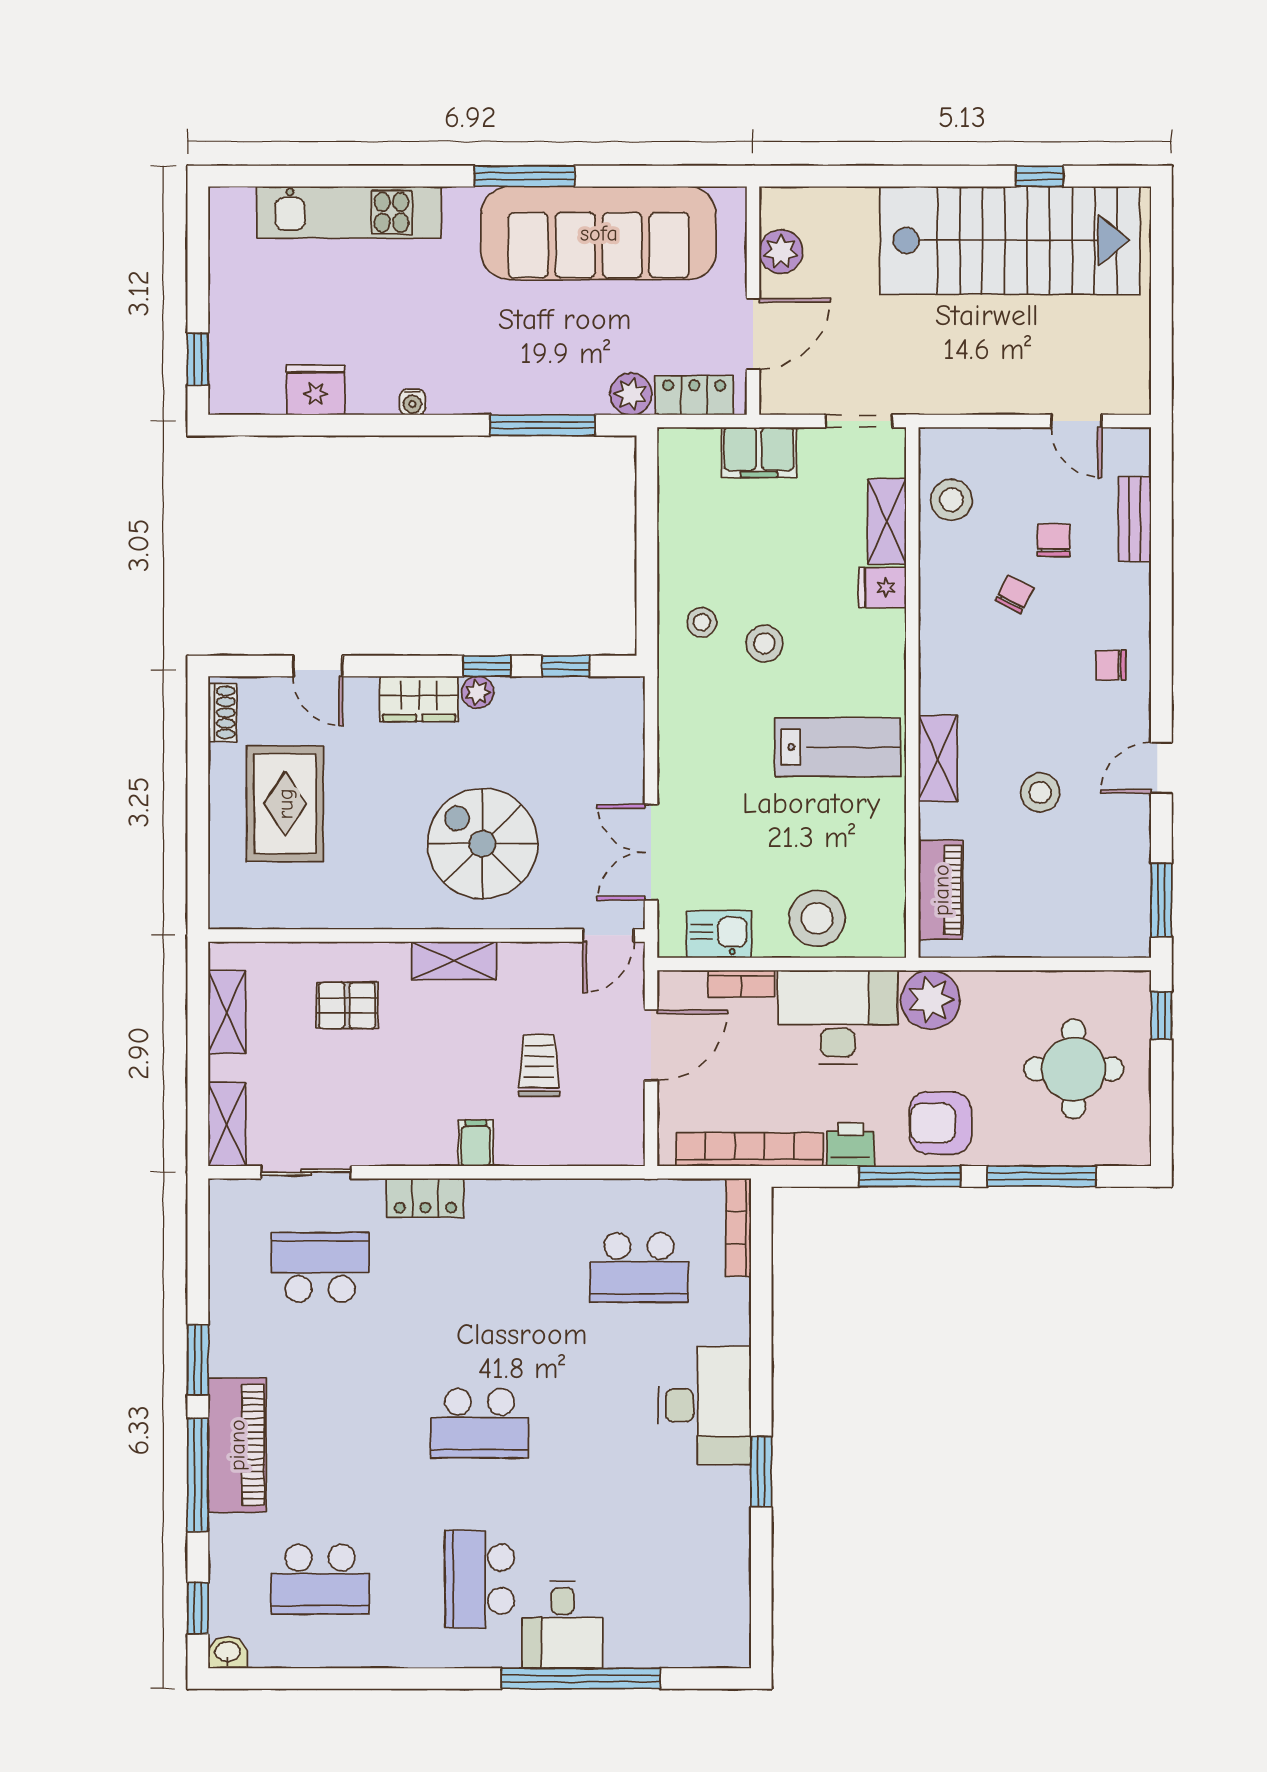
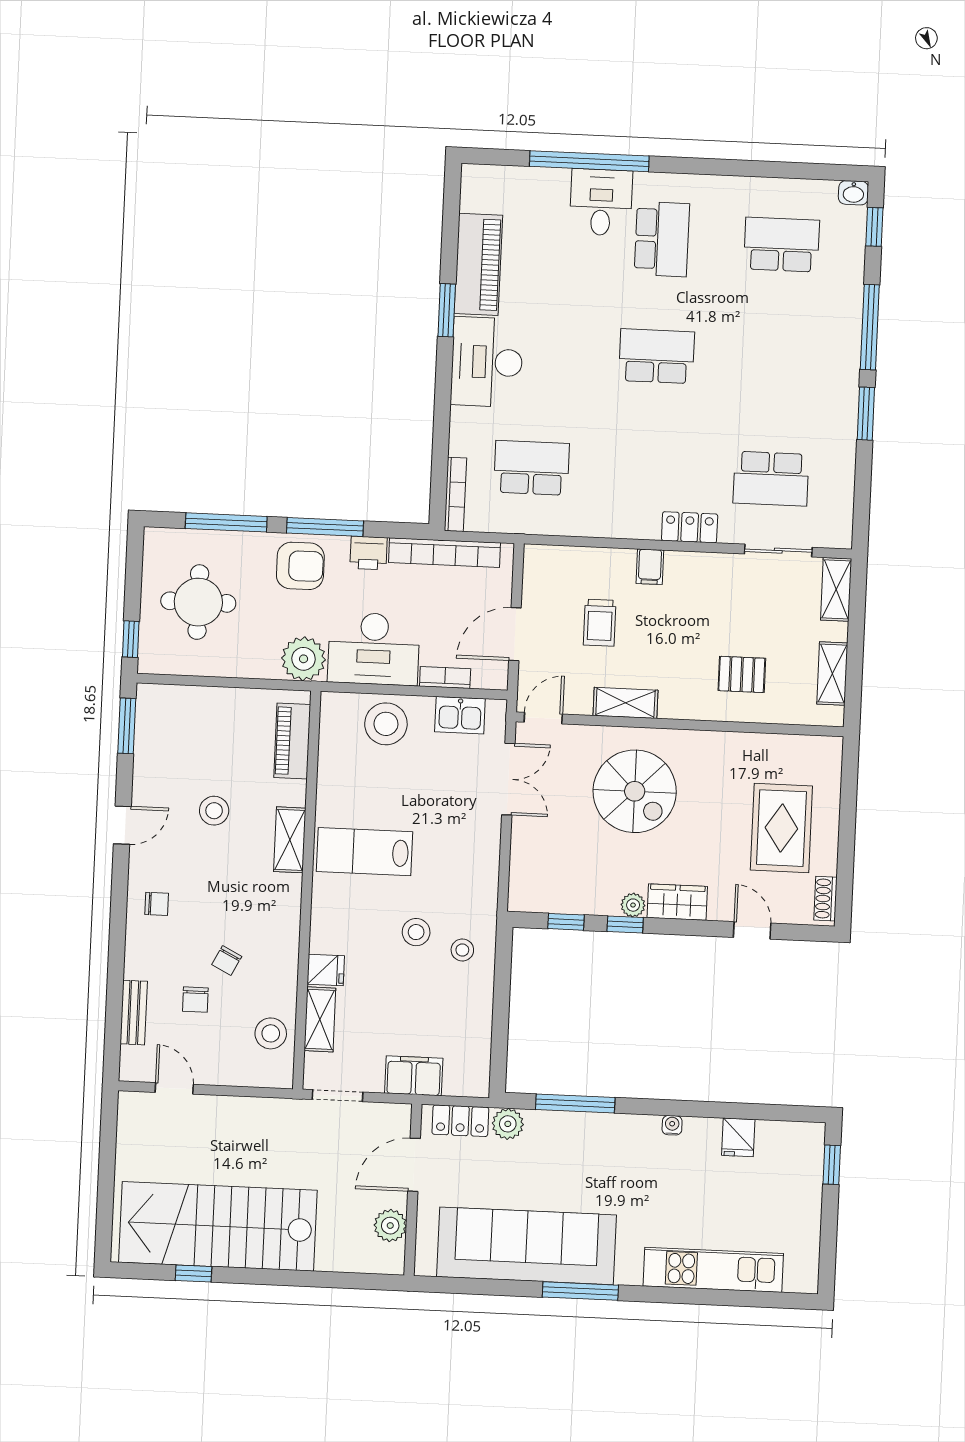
fridge: (316, 390) -> (738, 1137), width x0.72
shelving: (454, 961) -> (625, 703), moved
piano: (237, 1445) -> (478, 264), moved, turned 180

